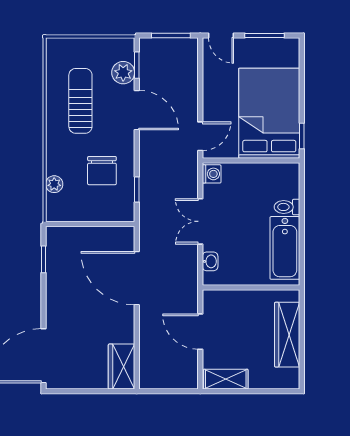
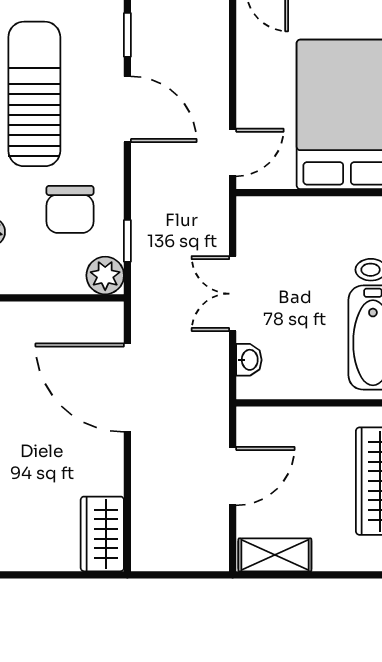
plant: (123, 73) -> (105, 275), moved
sun lounger: (80, 101) -> (34, 94), width x1.36, depth x1.34
washing machine: (212, 174) -> (251, 215), removed
door: (200, 332) -> (233, 476), swing flipped

